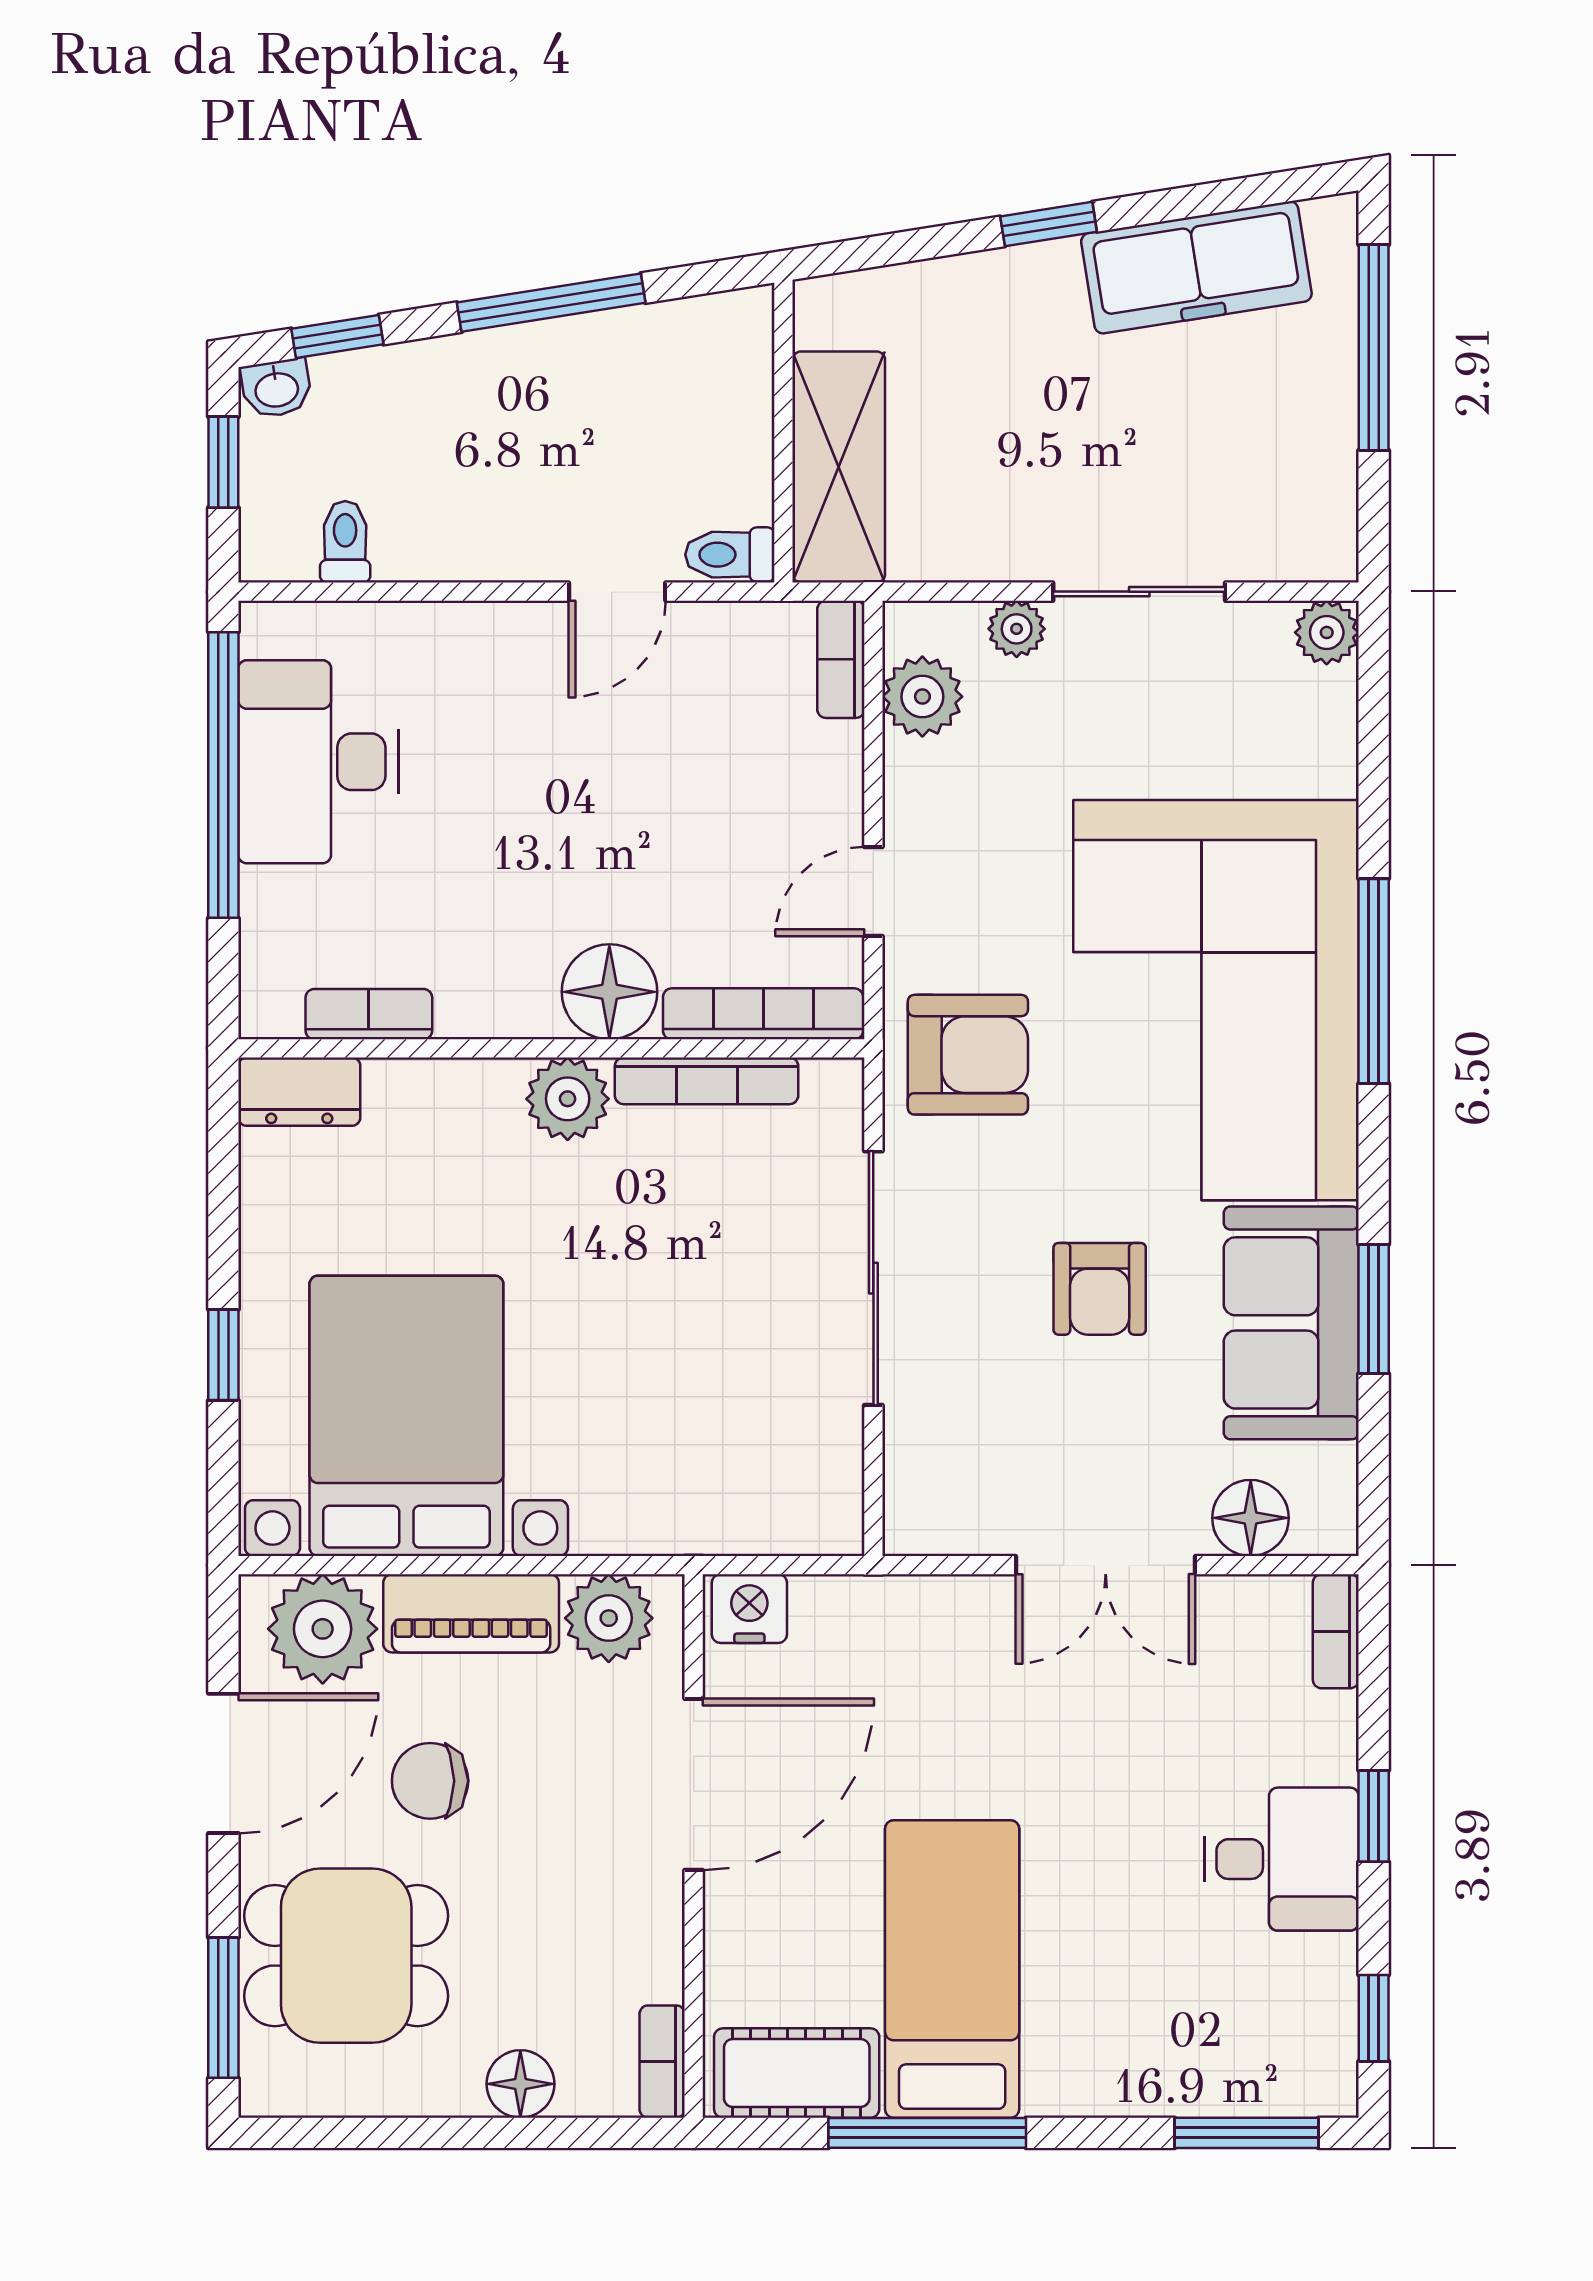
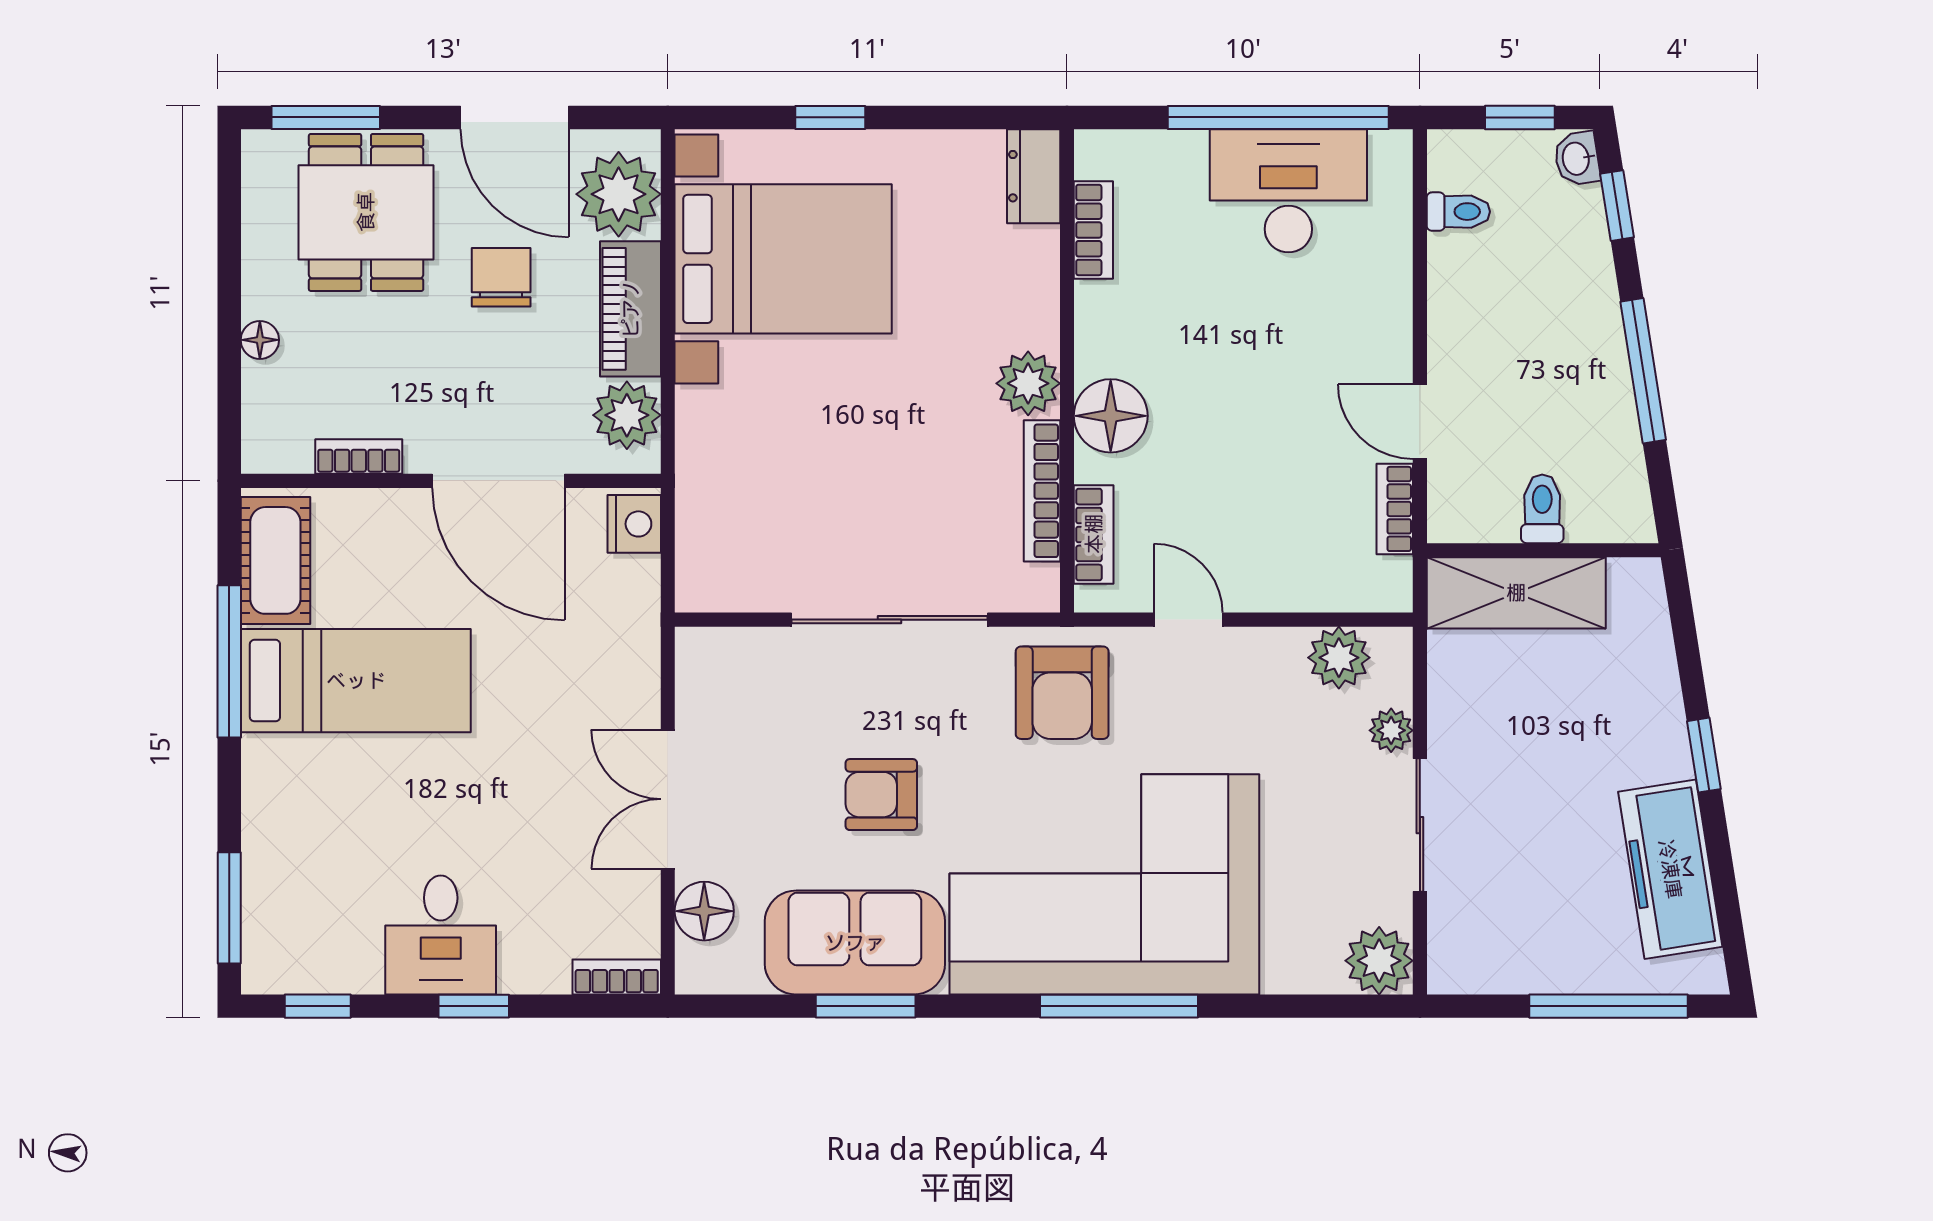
toilet: (730, 555) -> (1542, 509), moved
plant: (1327, 632) -> (1379, 961), width x1.38, depth x1.38
bookcase: (841, 659) -> (1395, 509), moved, turned -90
bookcase: (763, 1014) -> (1094, 534), width x0.64
bookcase: (662, 2062) -> (359, 456), moved
floor lamp: (520, 2084) -> (260, 340), width x0.73, depth x0.73

